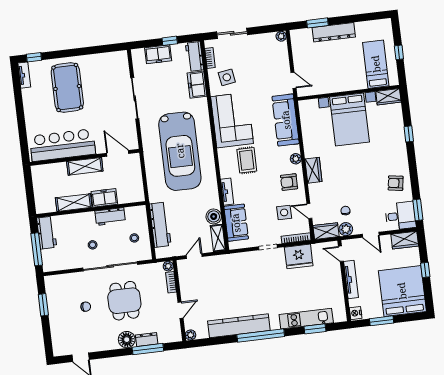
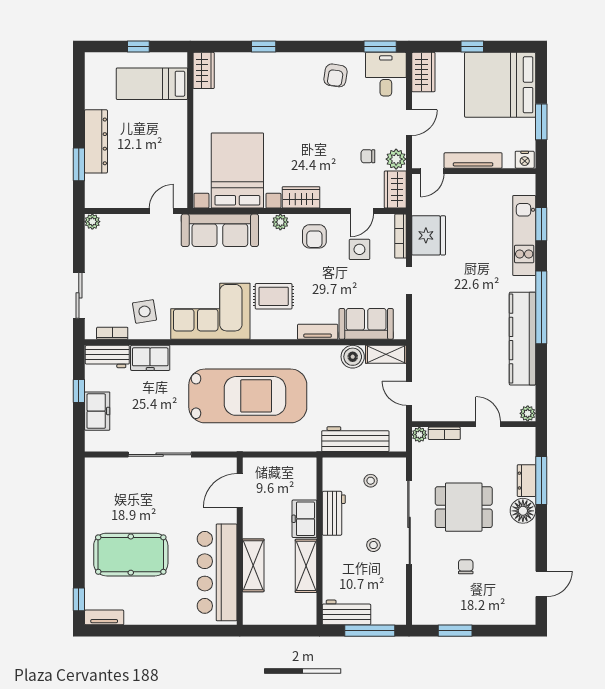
bed with nightstands: (350, 119) -> (237, 171), moved, turned -90
shelving: (85, 166) -> (253, 565), moved

